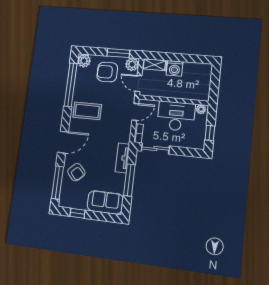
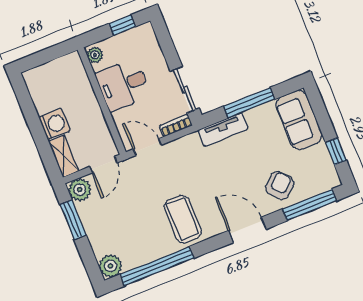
armchair: (107, 72) -> (110, 221), removed
desk: (176, 116) -> (123, 85), width x0.73

